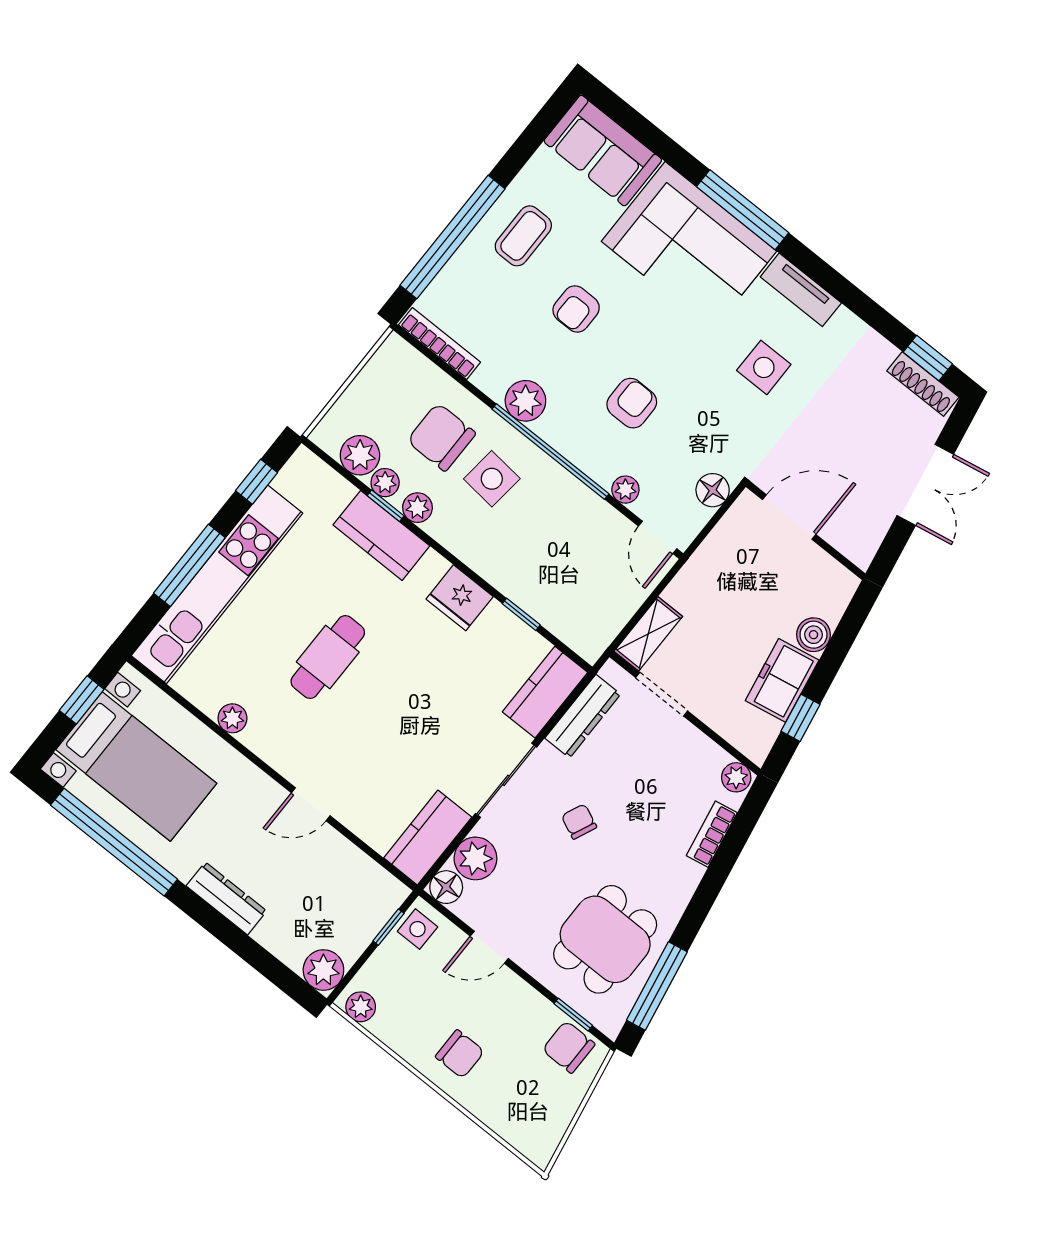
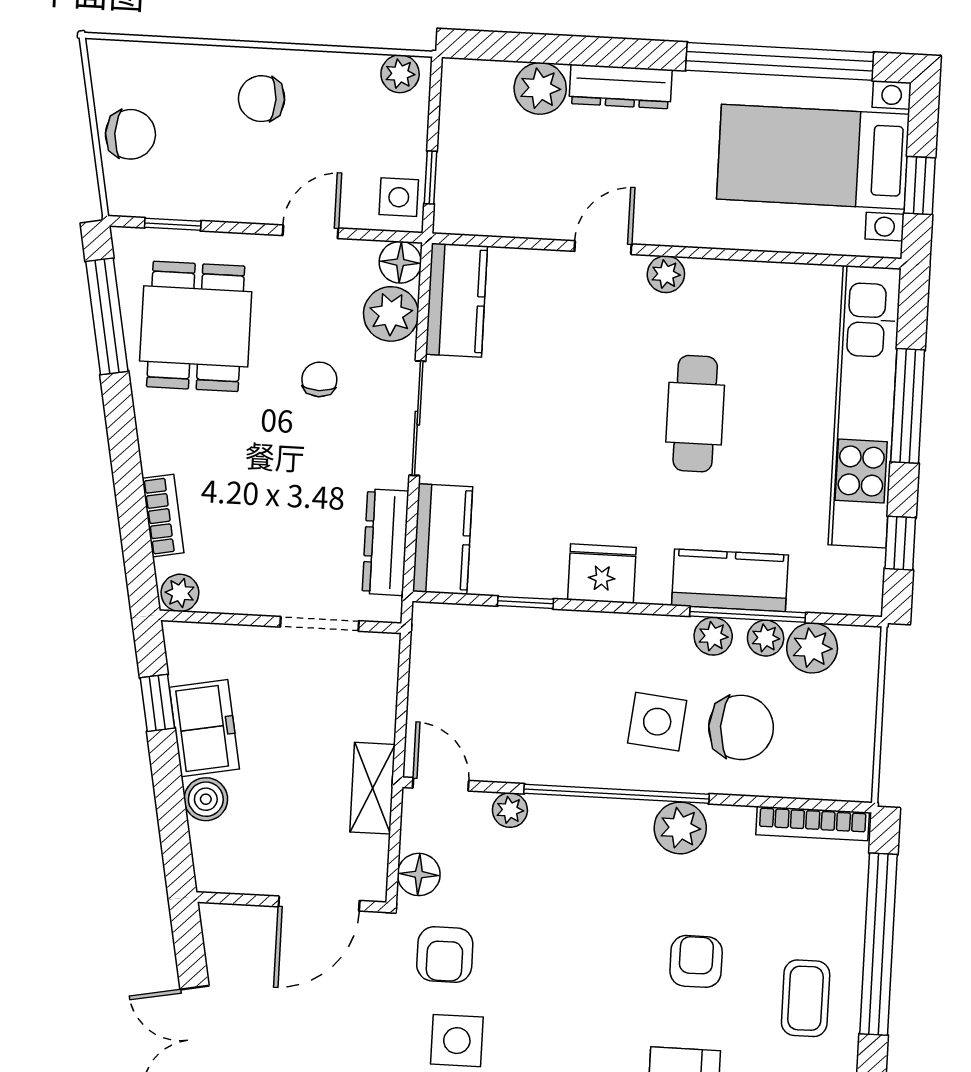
armchair: (632, 403) -> (445, 954), moved
window: (386, 506) -> (748, 614), width x2.17
shelving: (648, 634) -> (372, 788), moved
plant: (232, 718) -> (666, 274), moved
chair: (579, 822) -> (319, 379), moved, turned -114
plant: (323, 970) -> (540, 88), moved
chair: (569, 1047) -> (130, 134), moved

